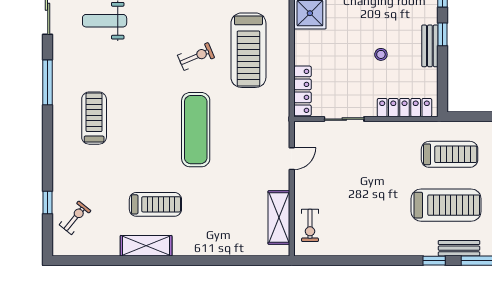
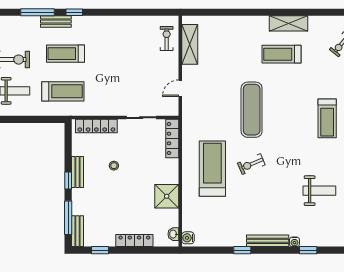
treadmill: (450, 154) -> (63, 91), turned 180
treadmill: (446, 205) -> (65, 54), width x0.73, depth x0.73

